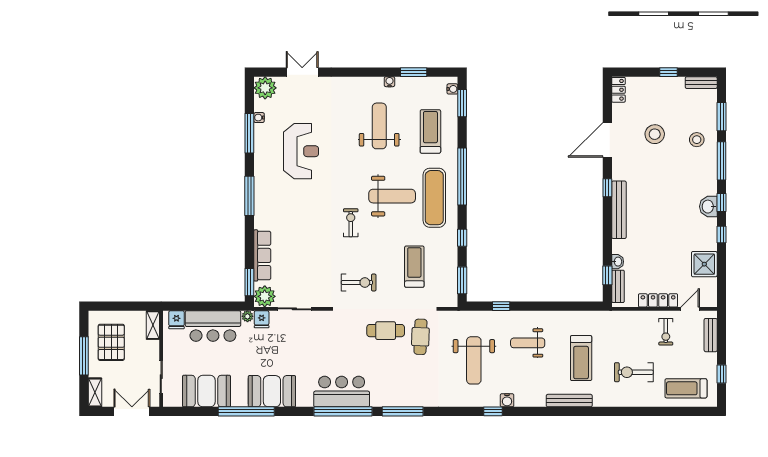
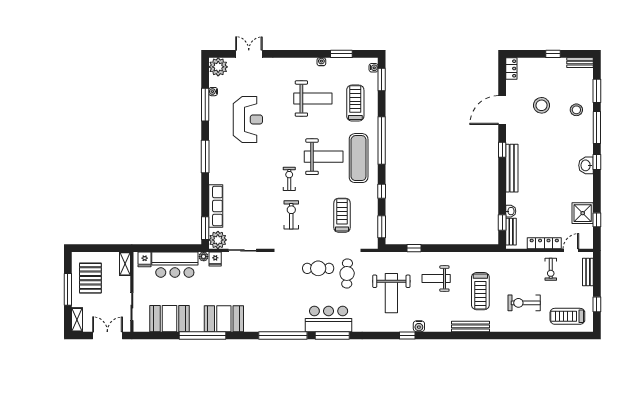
weight bench: (379, 126) -> (313, 99), turned 90
window: (722, 234) -> (597, 220), moved
exercise bike: (359, 283) -> (291, 215), moved, turned -90
bar counter: (342, 392) -> (329, 319), moved

